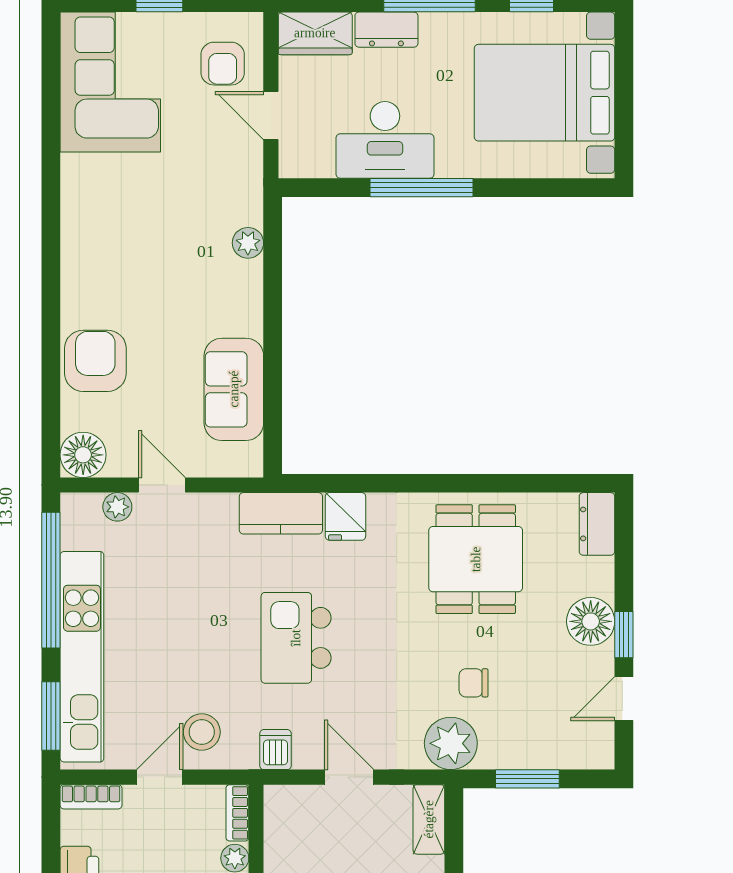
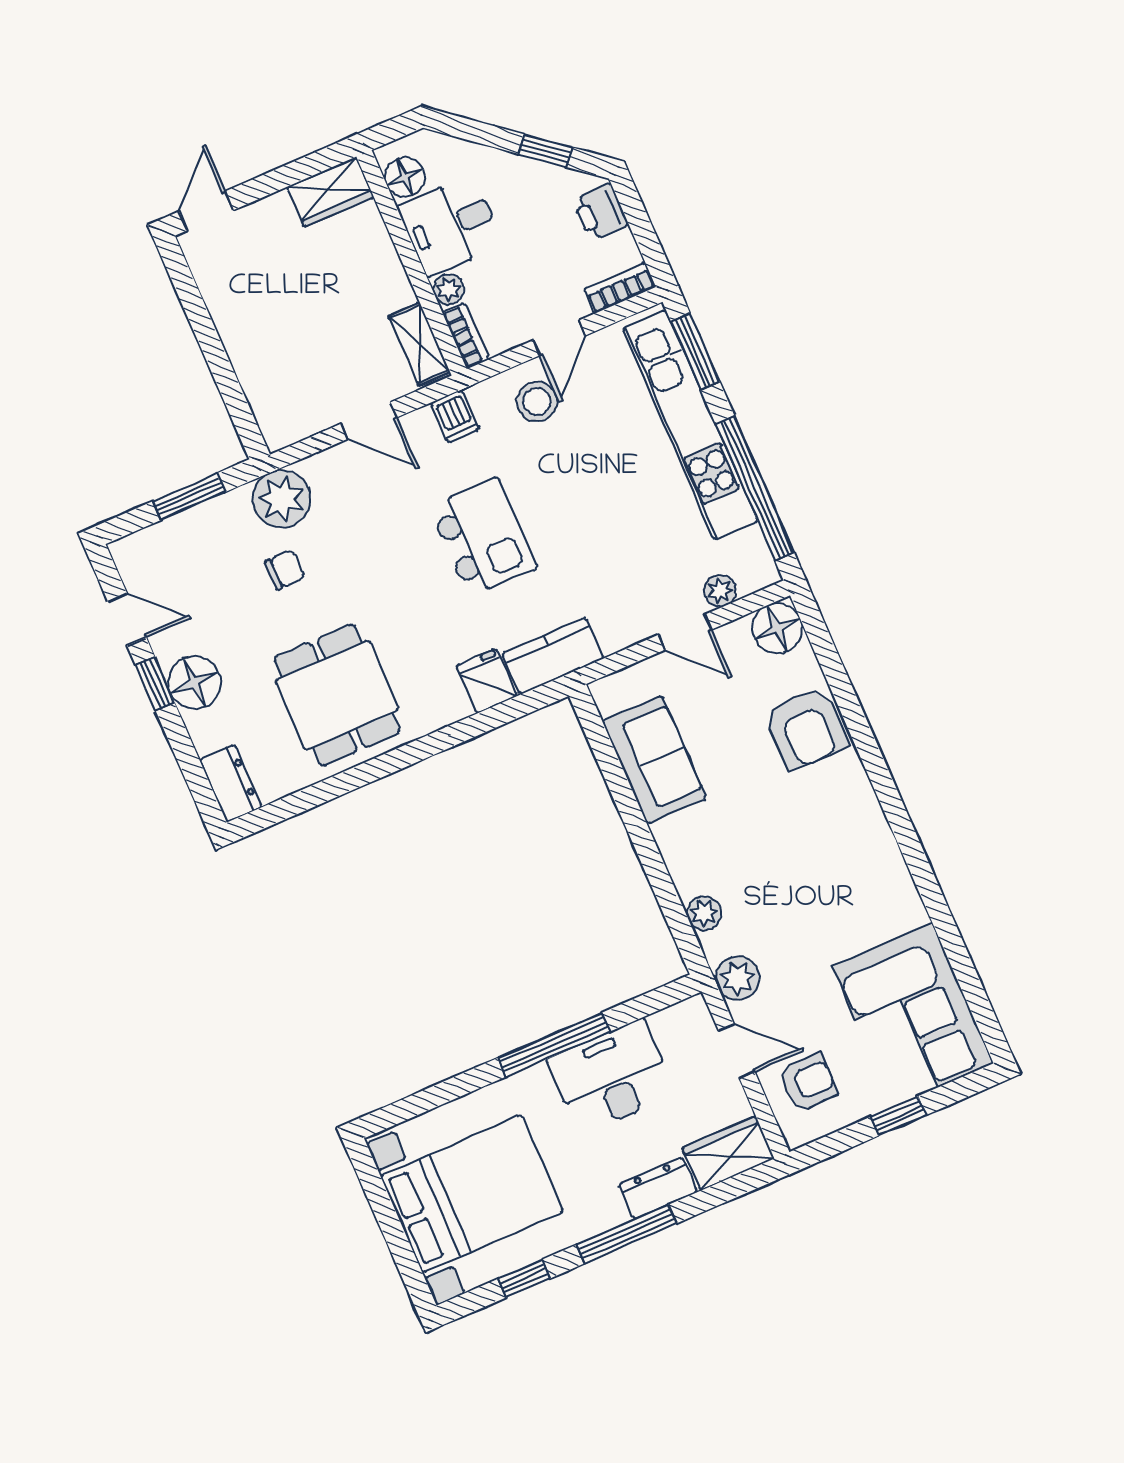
armchair: (223, 64) -> (808, 1082), turned 90
plant: (244, 176) -> (738, 978), added
door: (624, 699) -> (127, 619), hinge flipped
shelving: (429, 819) -> (419, 344), moved

